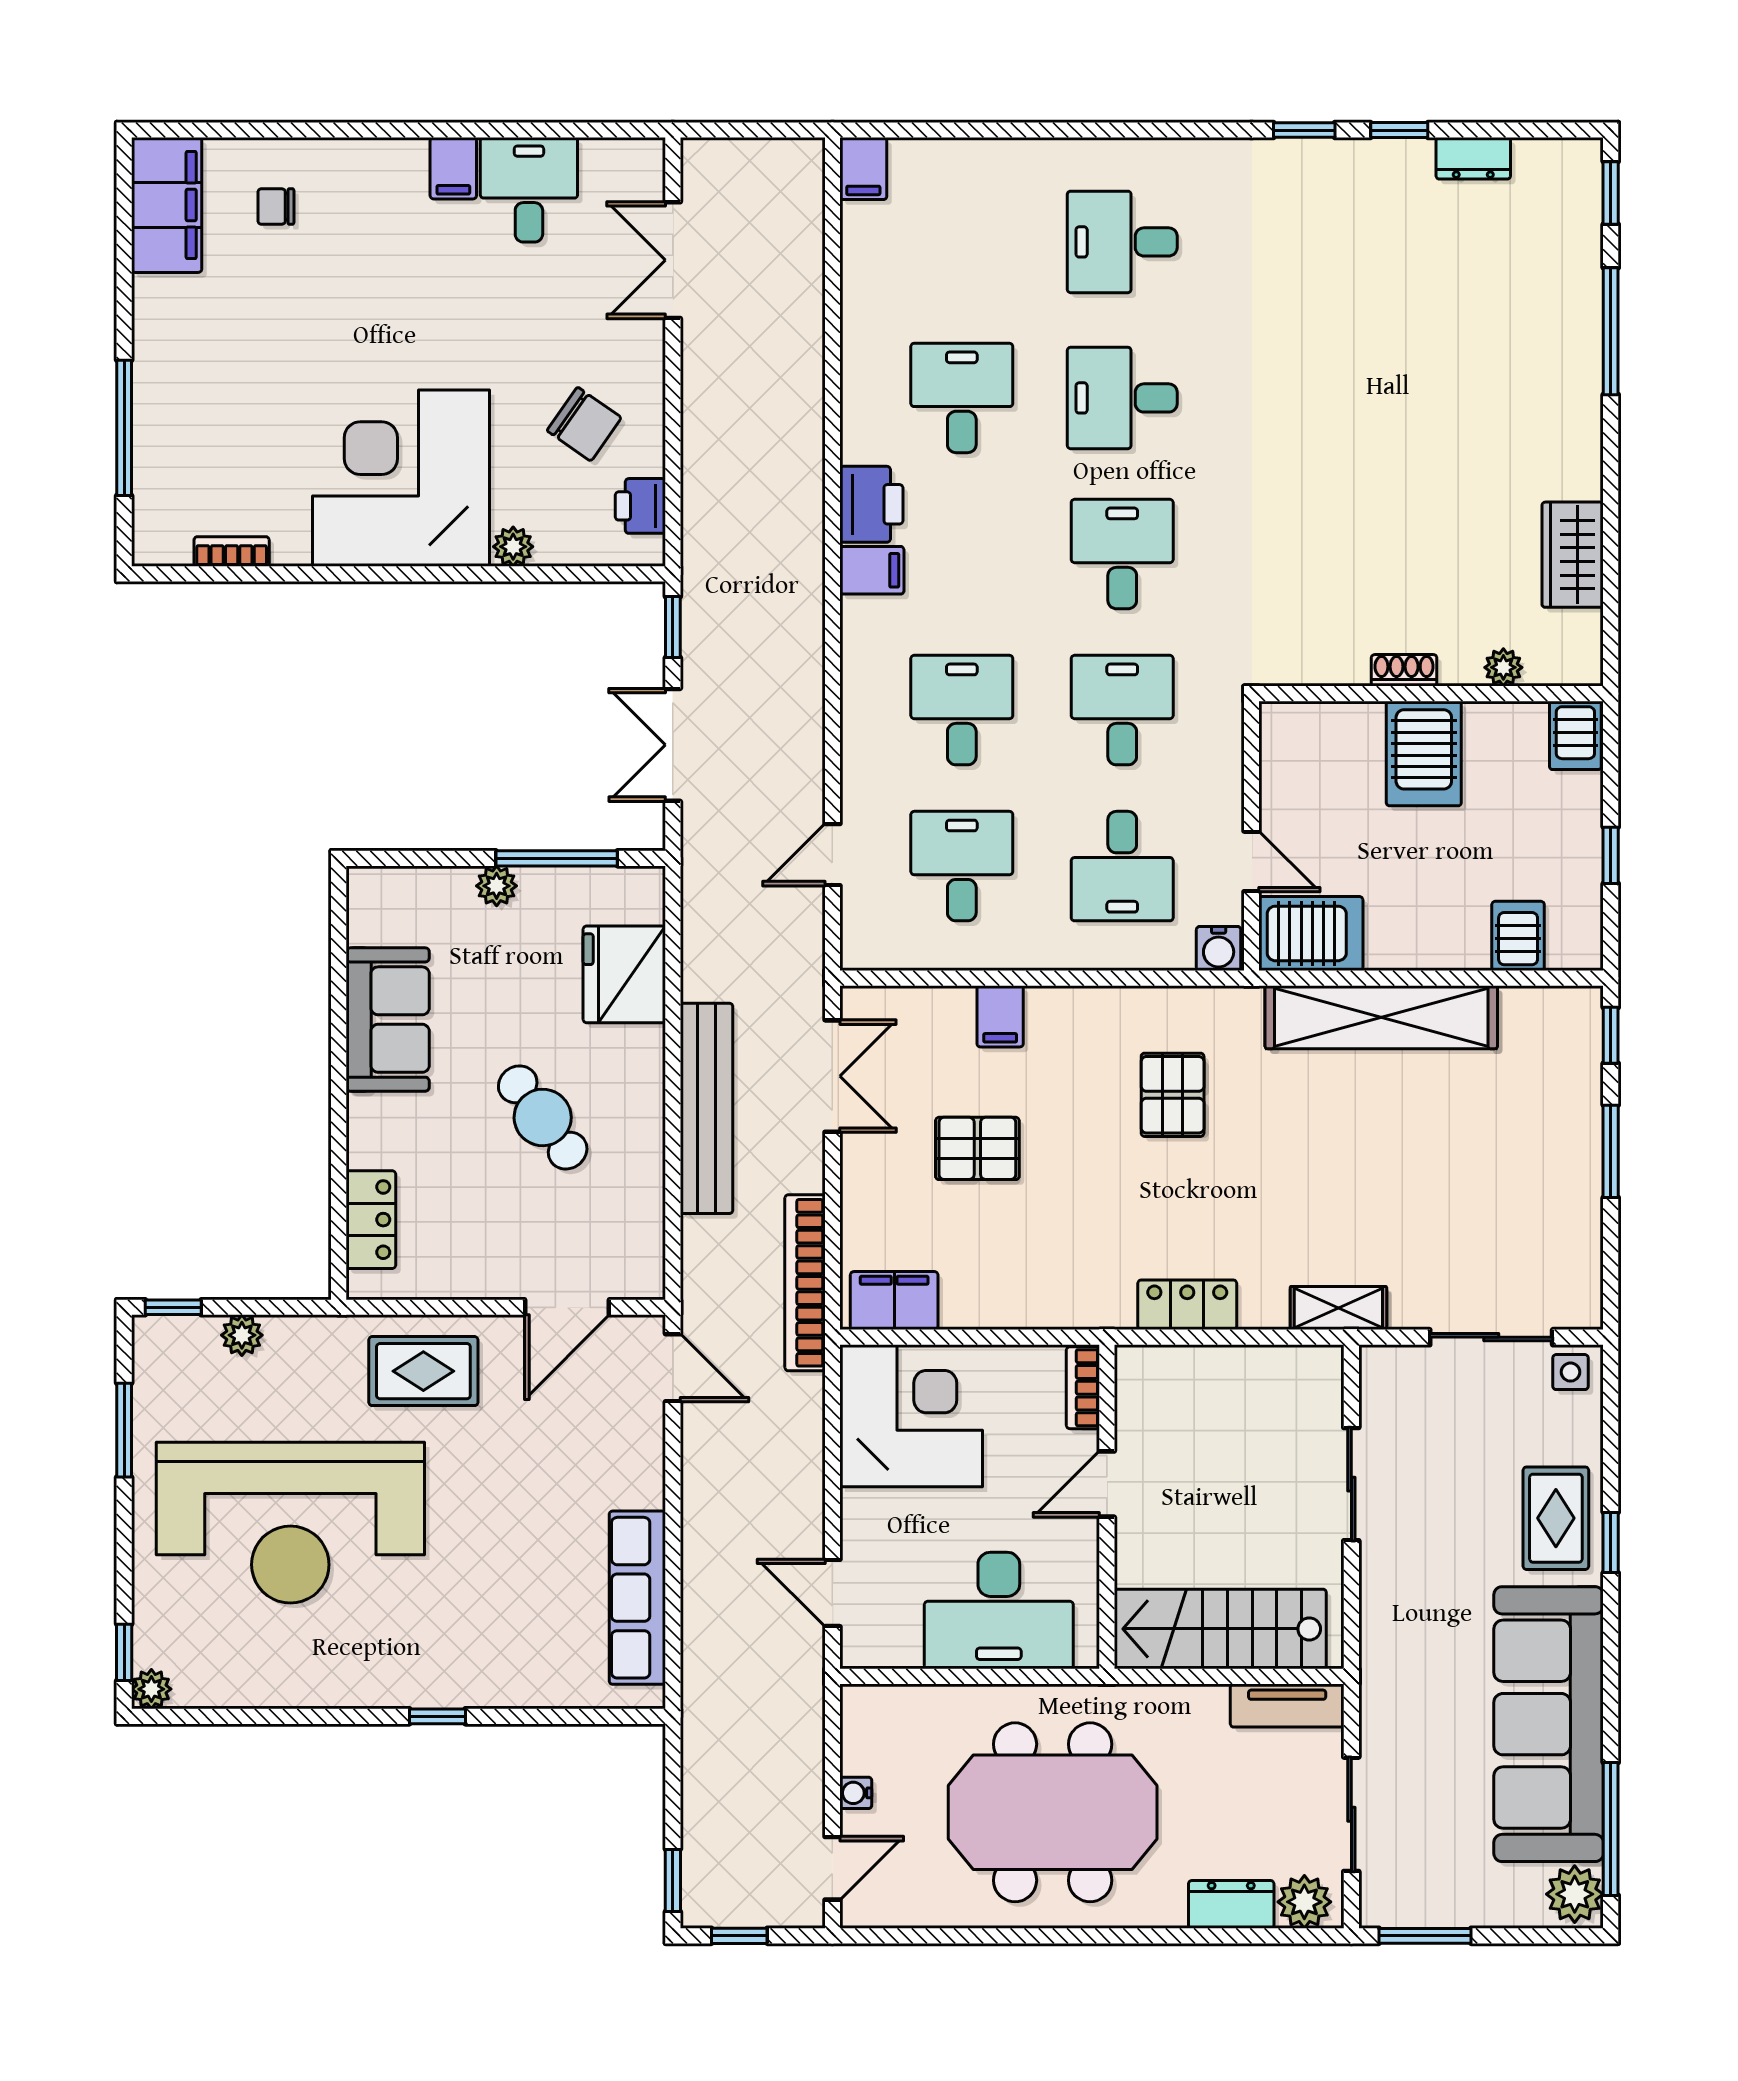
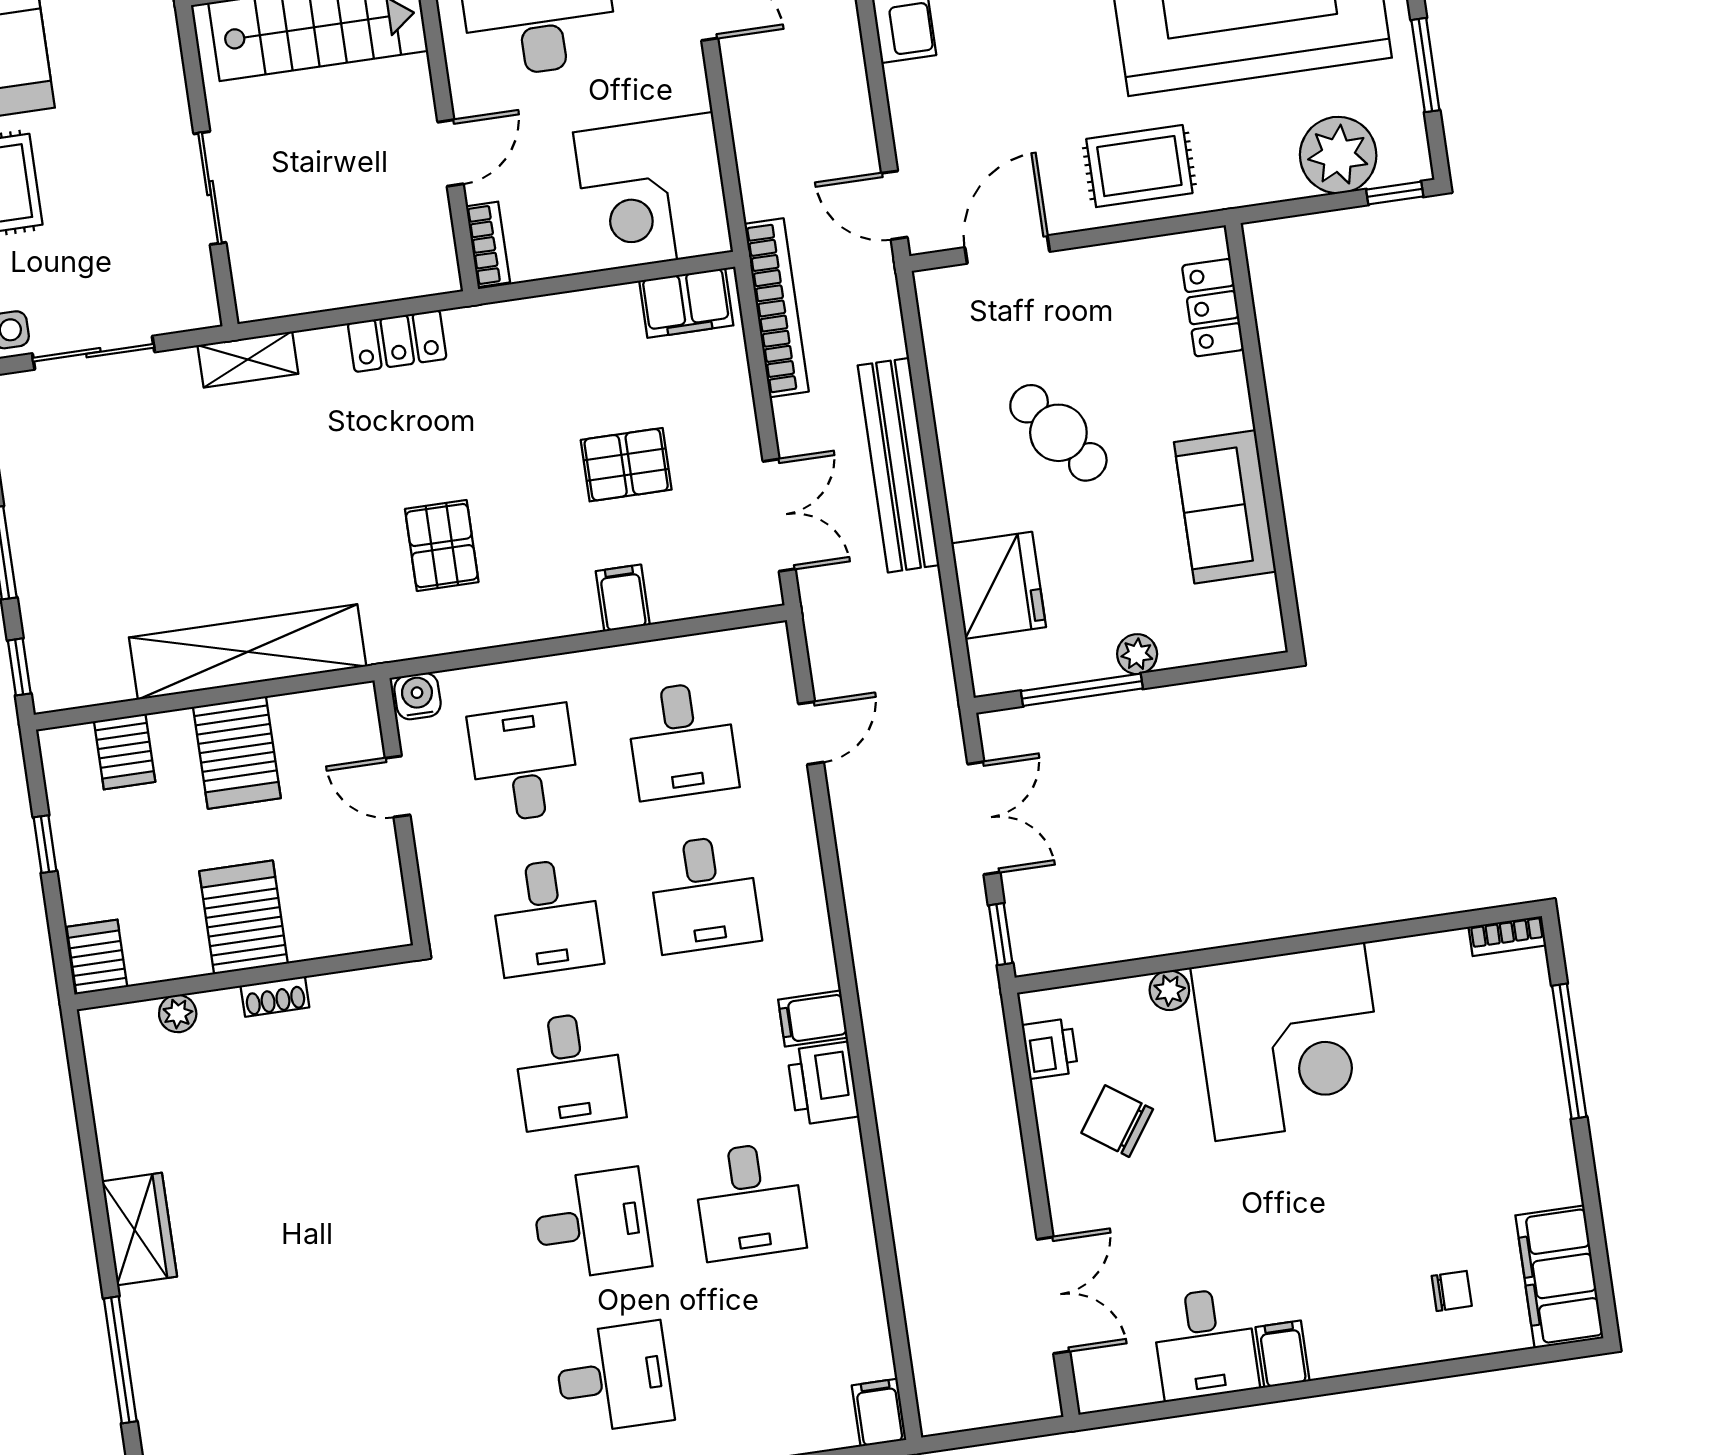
bookcase: (232, 552) -> (1507, 936), moved
wardrobe: (1573, 555) -> (139, 1229), moved
server rack: (1311, 933) -> (237, 752), moved, turned -90
double door: (832, 1076) -> (779, 515), swing flipped
plant: (242, 1335) -> (1338, 155), width x1.87, depth x1.87

